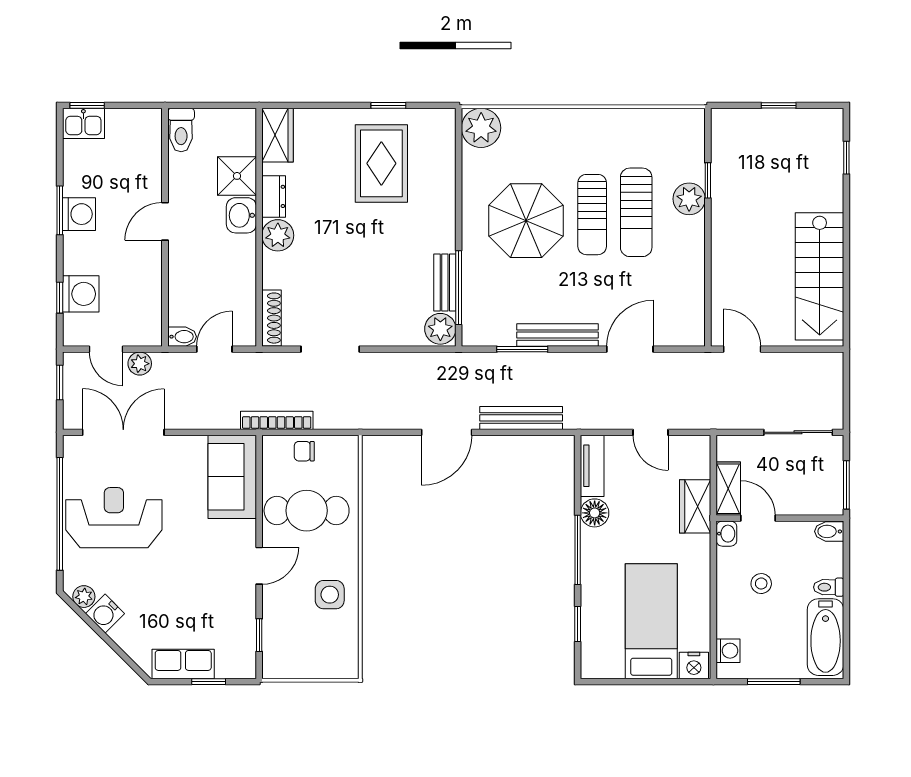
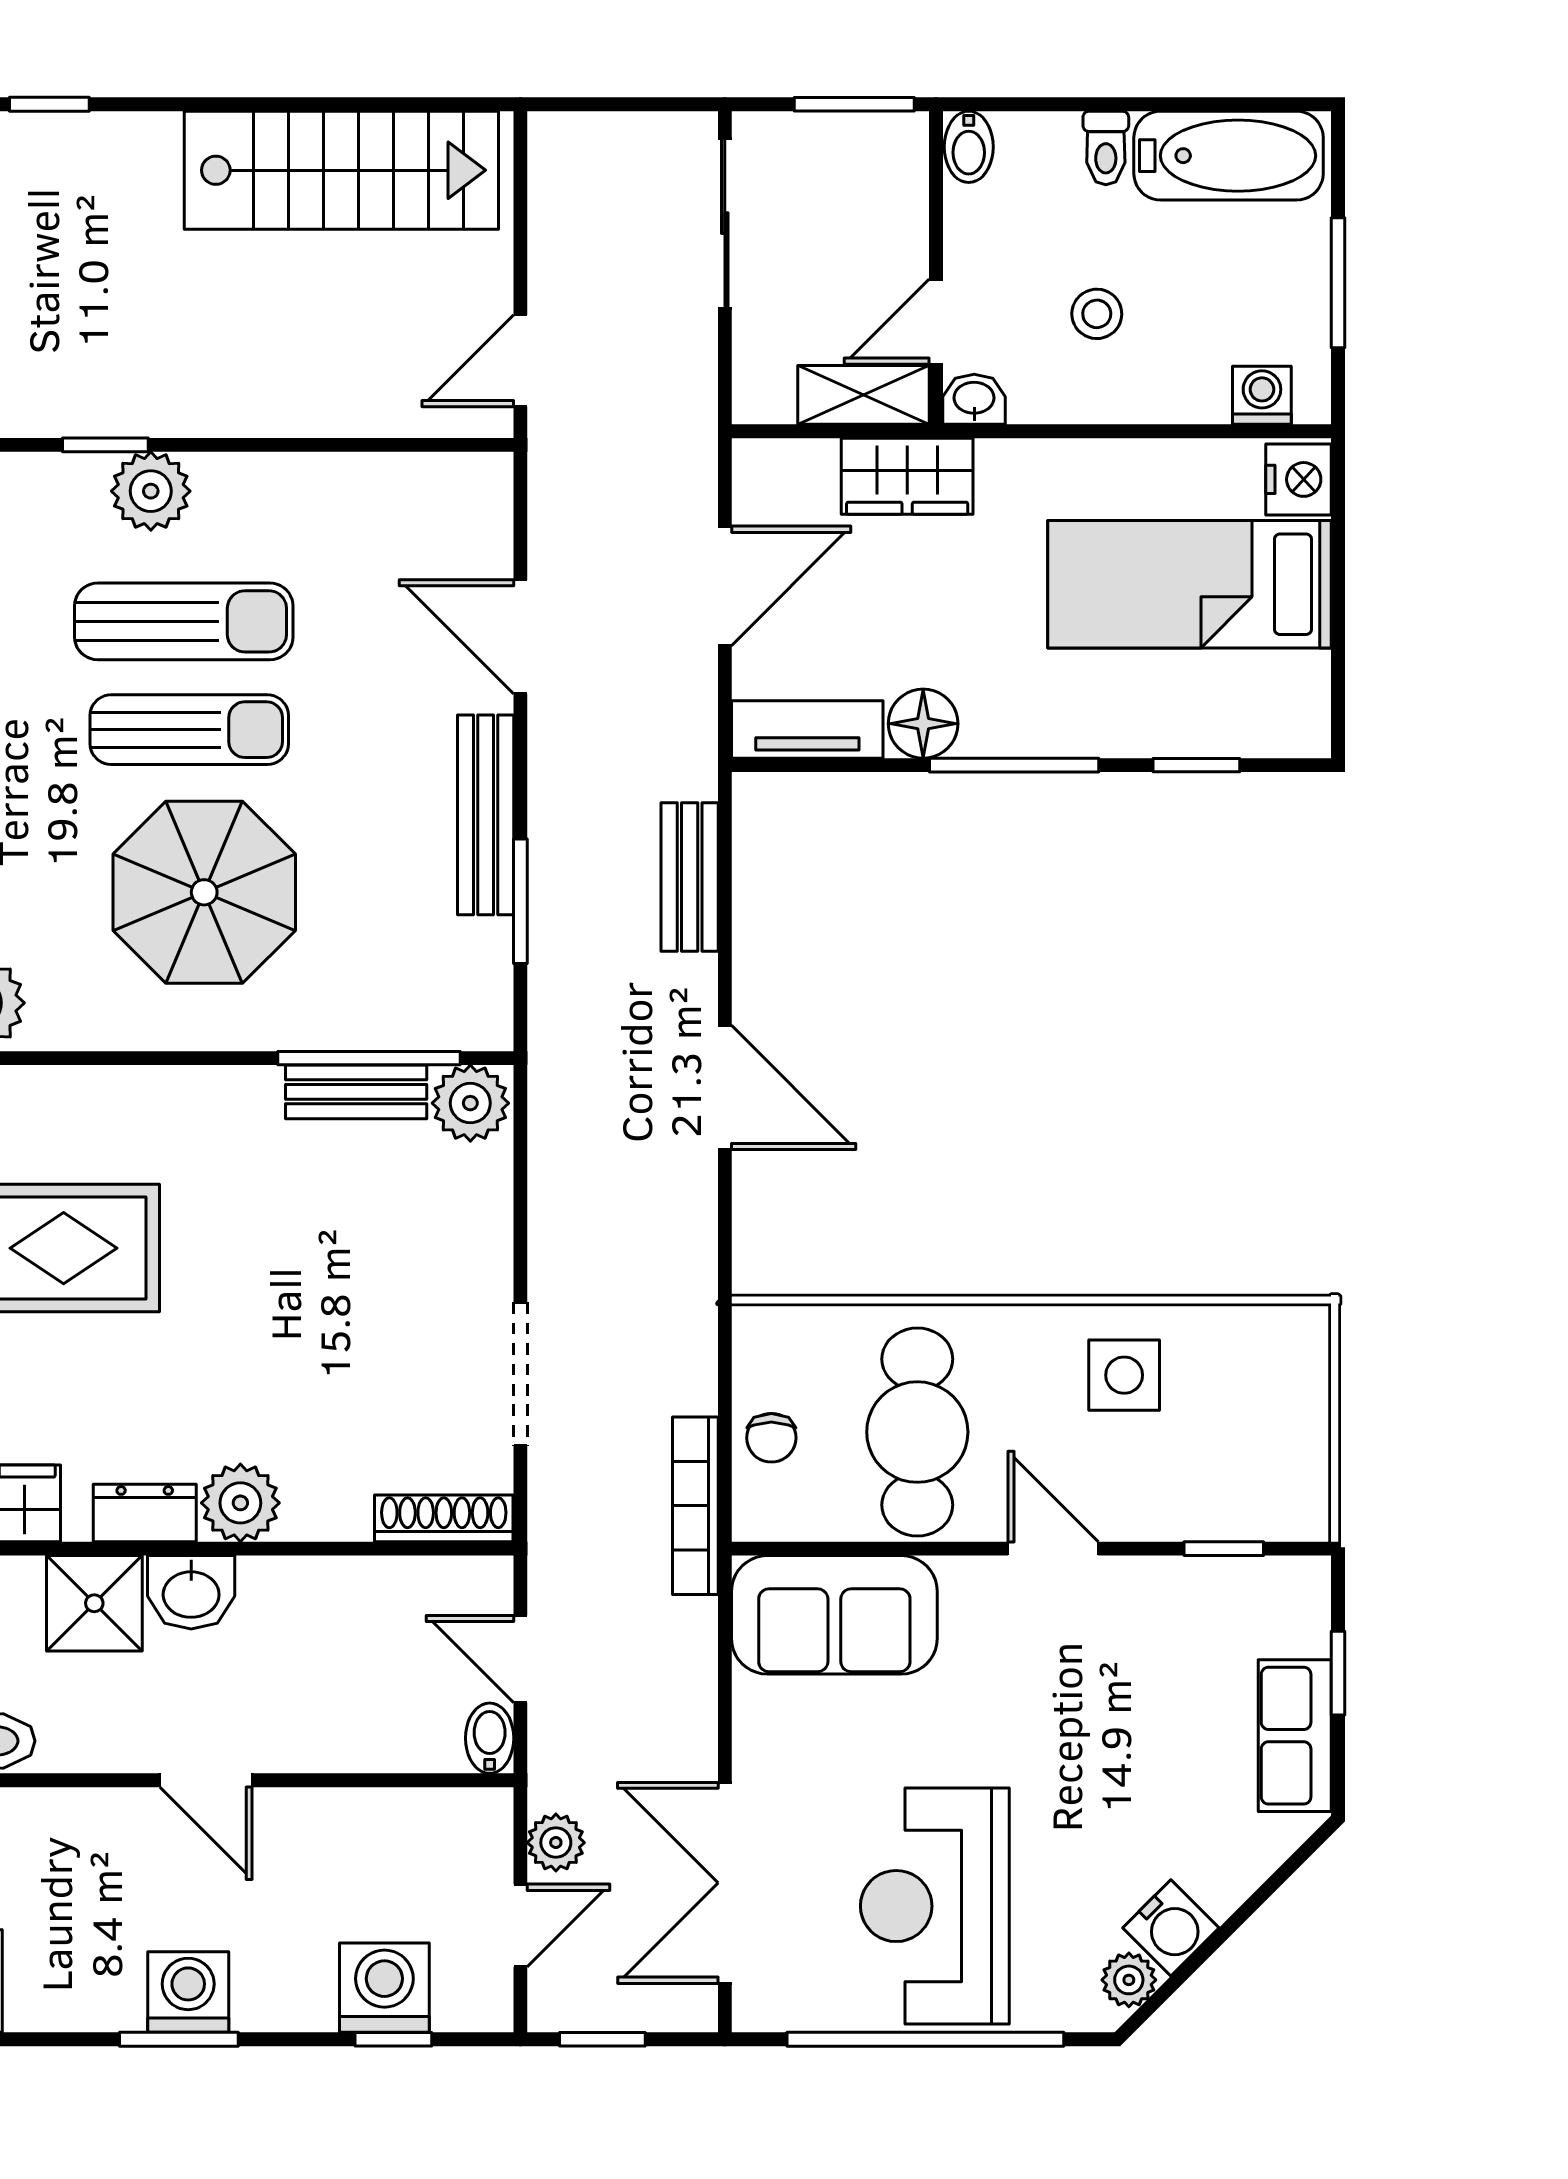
bench: (521, 418) -> (690, 877), width x0.73
door: (651, 432) -> (725, 586), width x1.38

